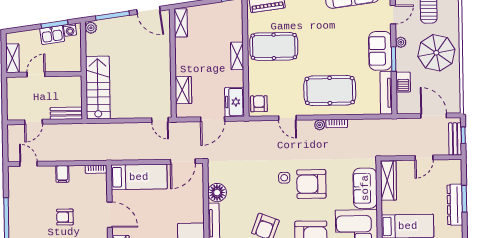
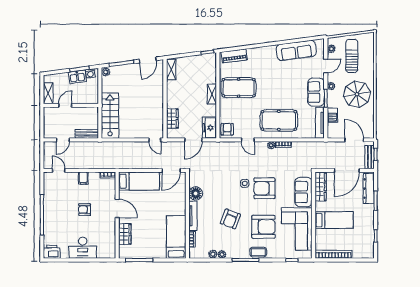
door: (148, 10) -> (148, 60), hinge flipped
door: (424, 158) -> (347, 170), width x1.88
dresser: (455, 205) -> (369, 189), moved

